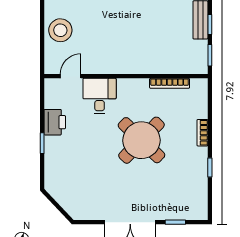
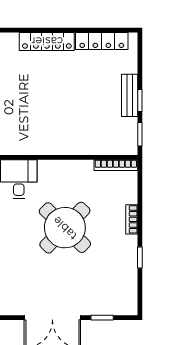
bookcase: (170, 83) -> (116, 165), moved

